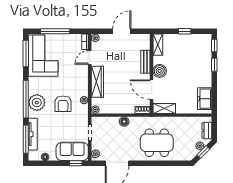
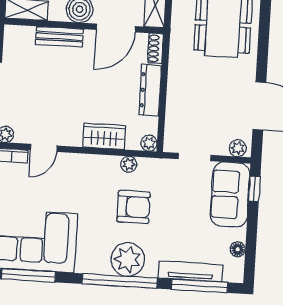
door: (90, 57) -> (44, 148), hinge flipped
wardrobe: (97, 82) -> (104, 136), width x0.67
dresser: (122, 109) -> (150, 90), added
floor lamp: (124, 121) -> (176, 87), removed

